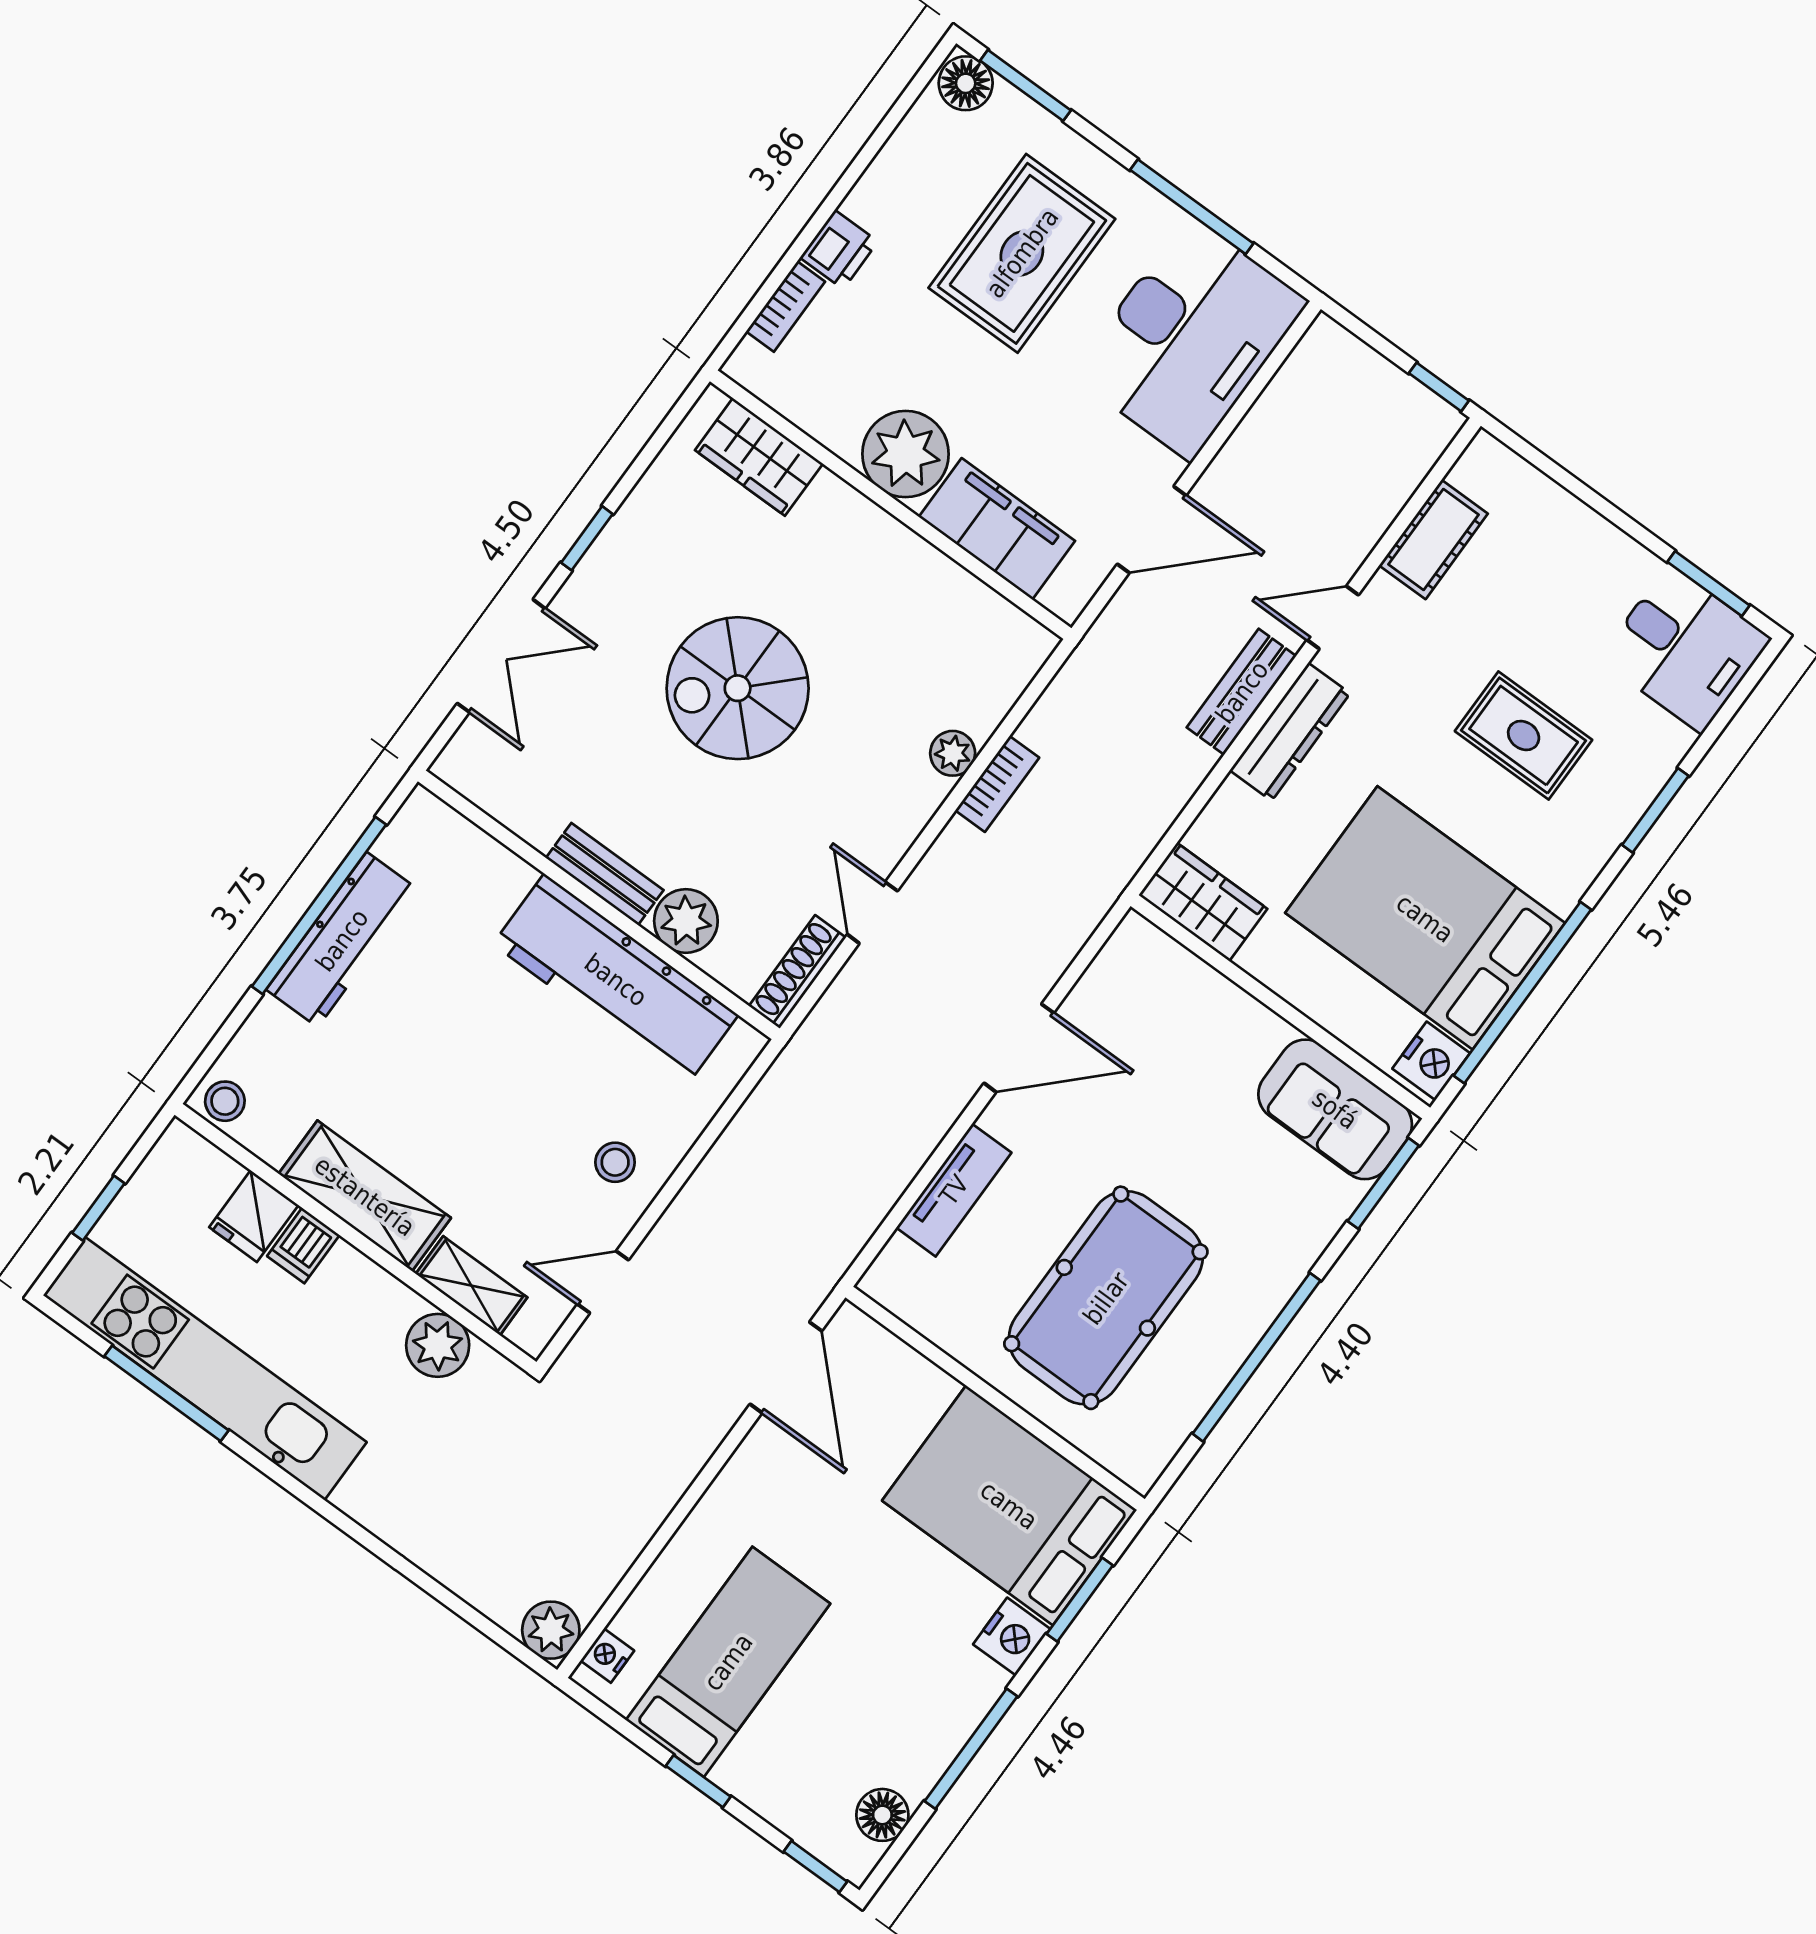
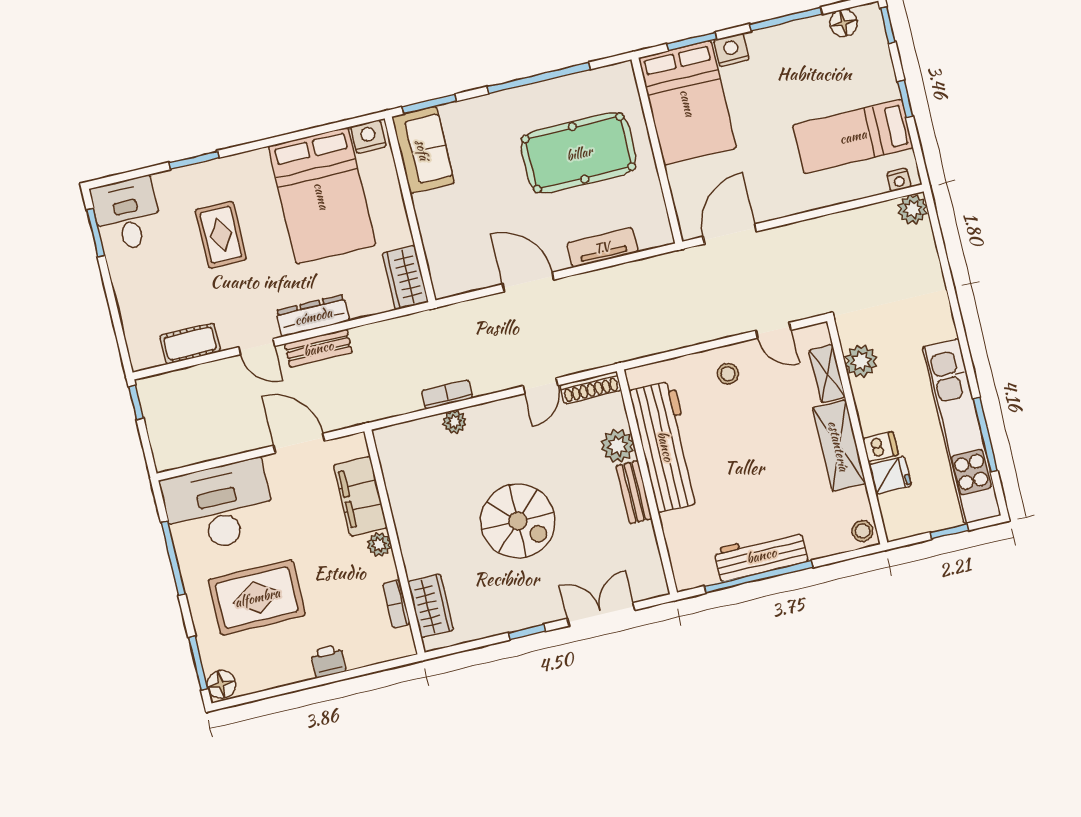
bookcase: (786, 307) -> (396, 604), moved, turned -90
plant: (906, 454) -> (379, 544), width x0.53, depth x0.53
window: (1522, 993) -> (309, 133), removed

